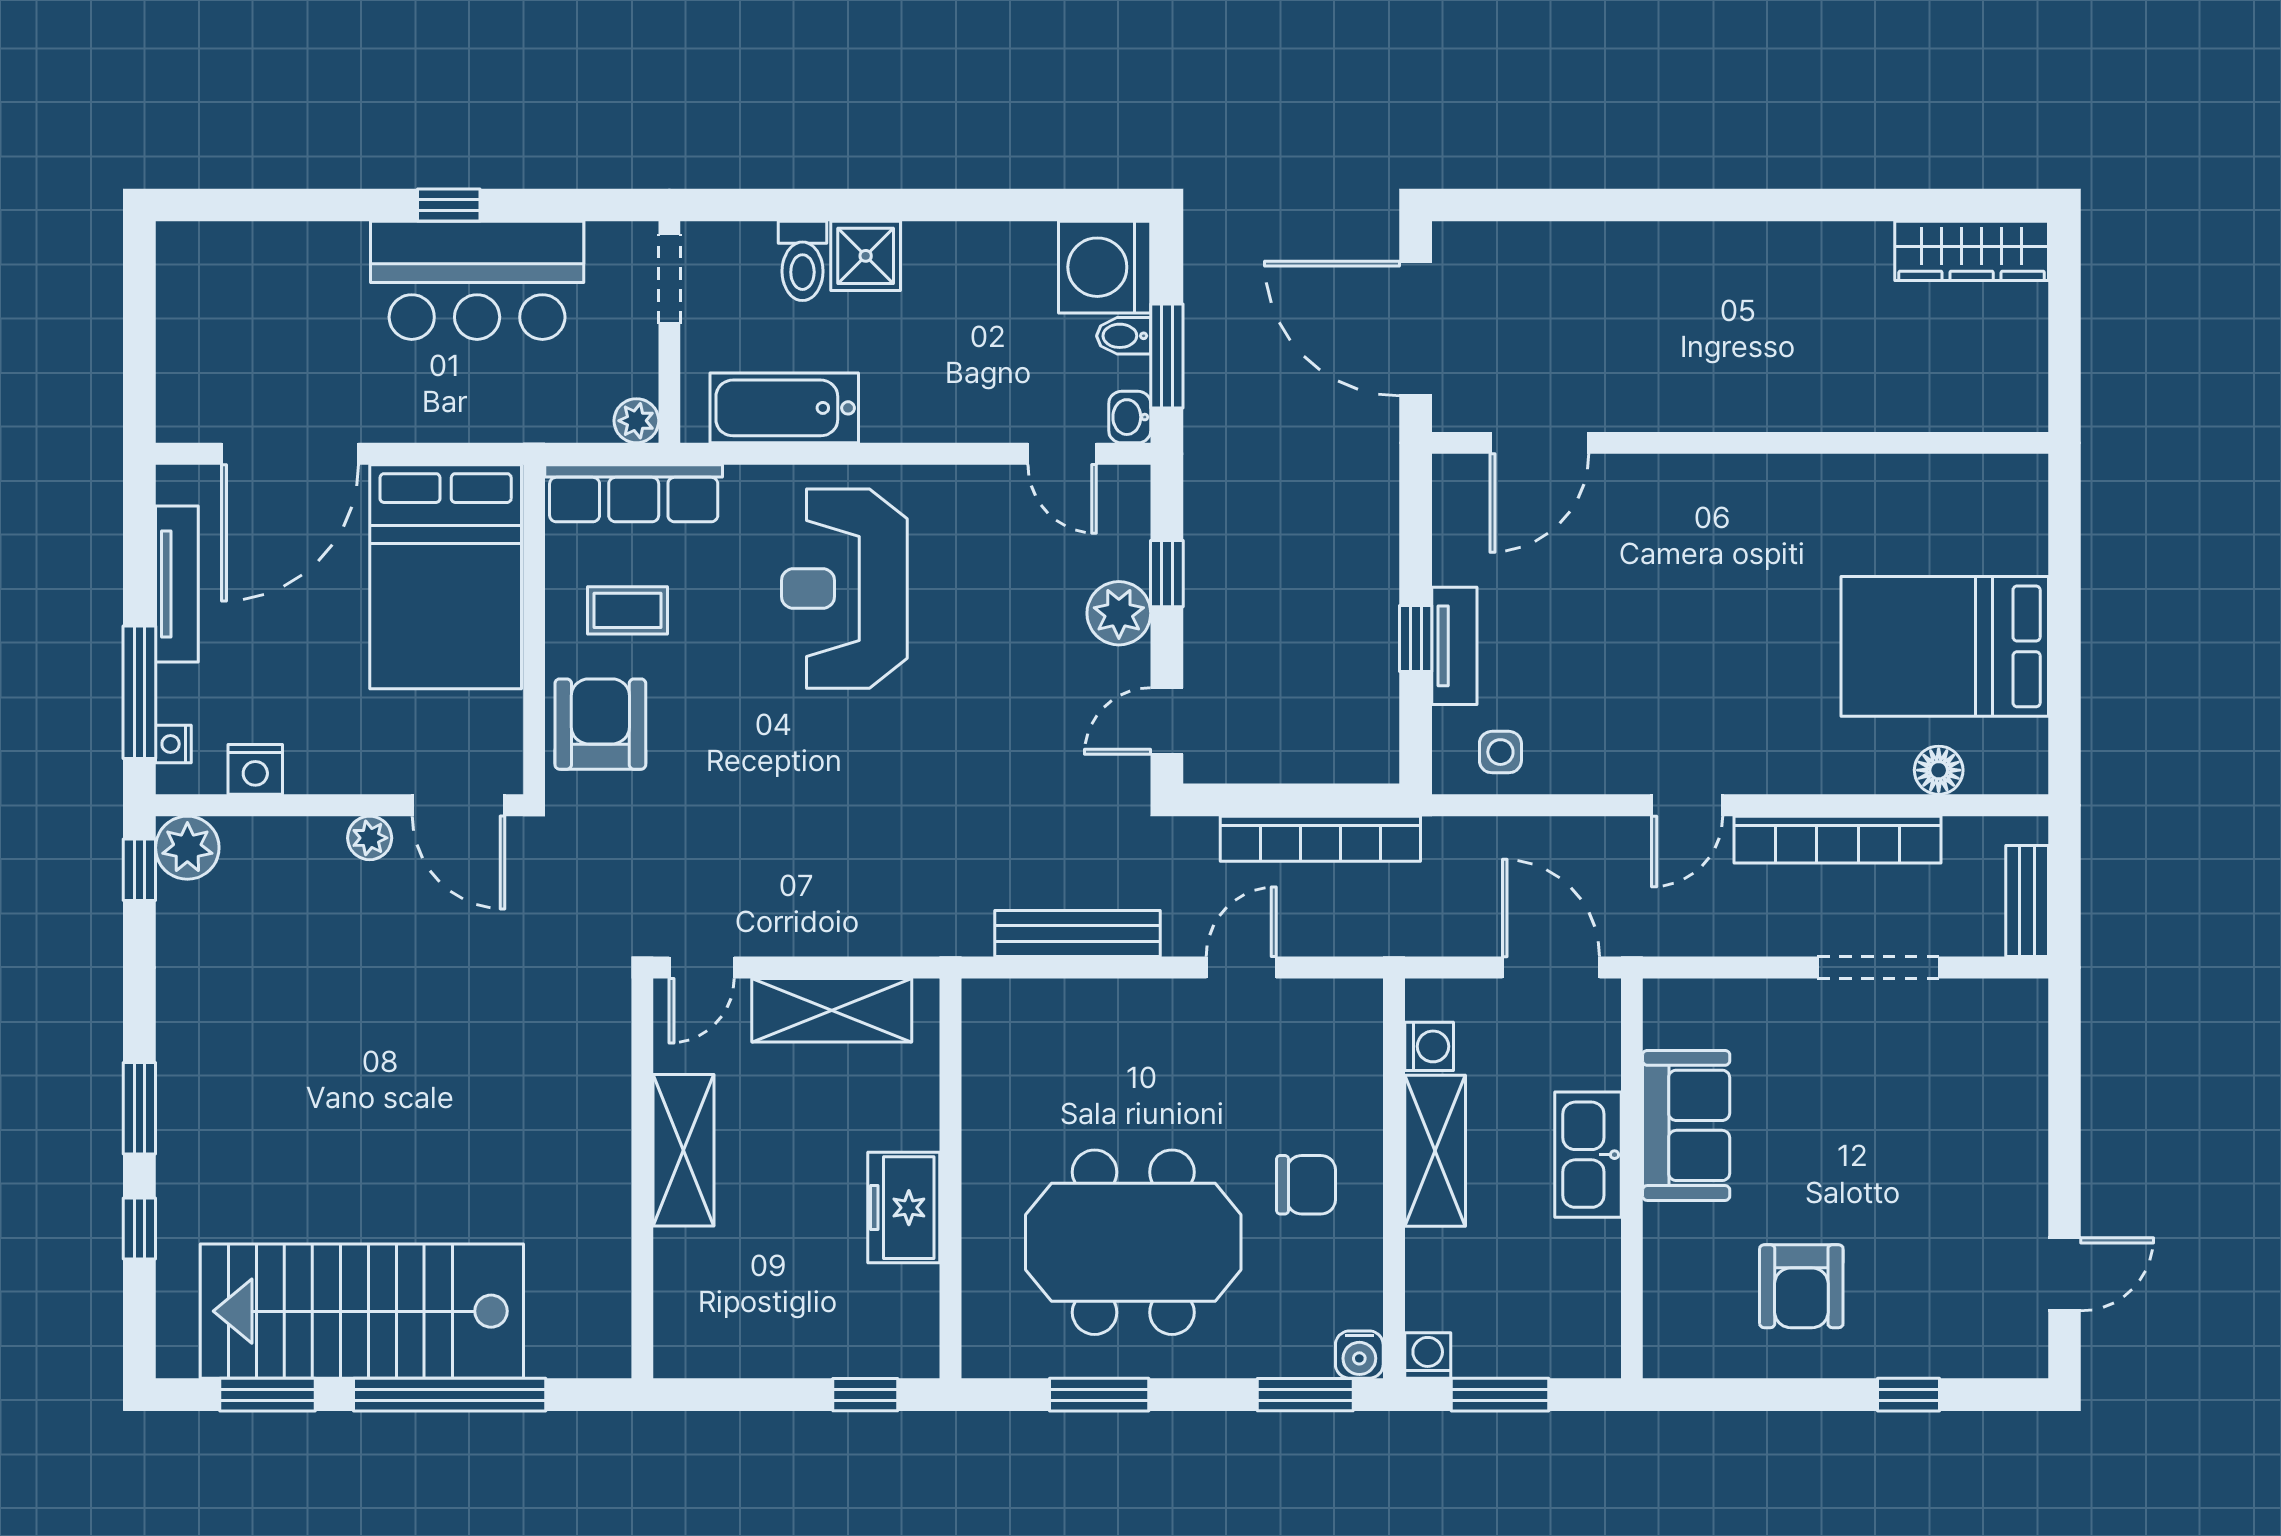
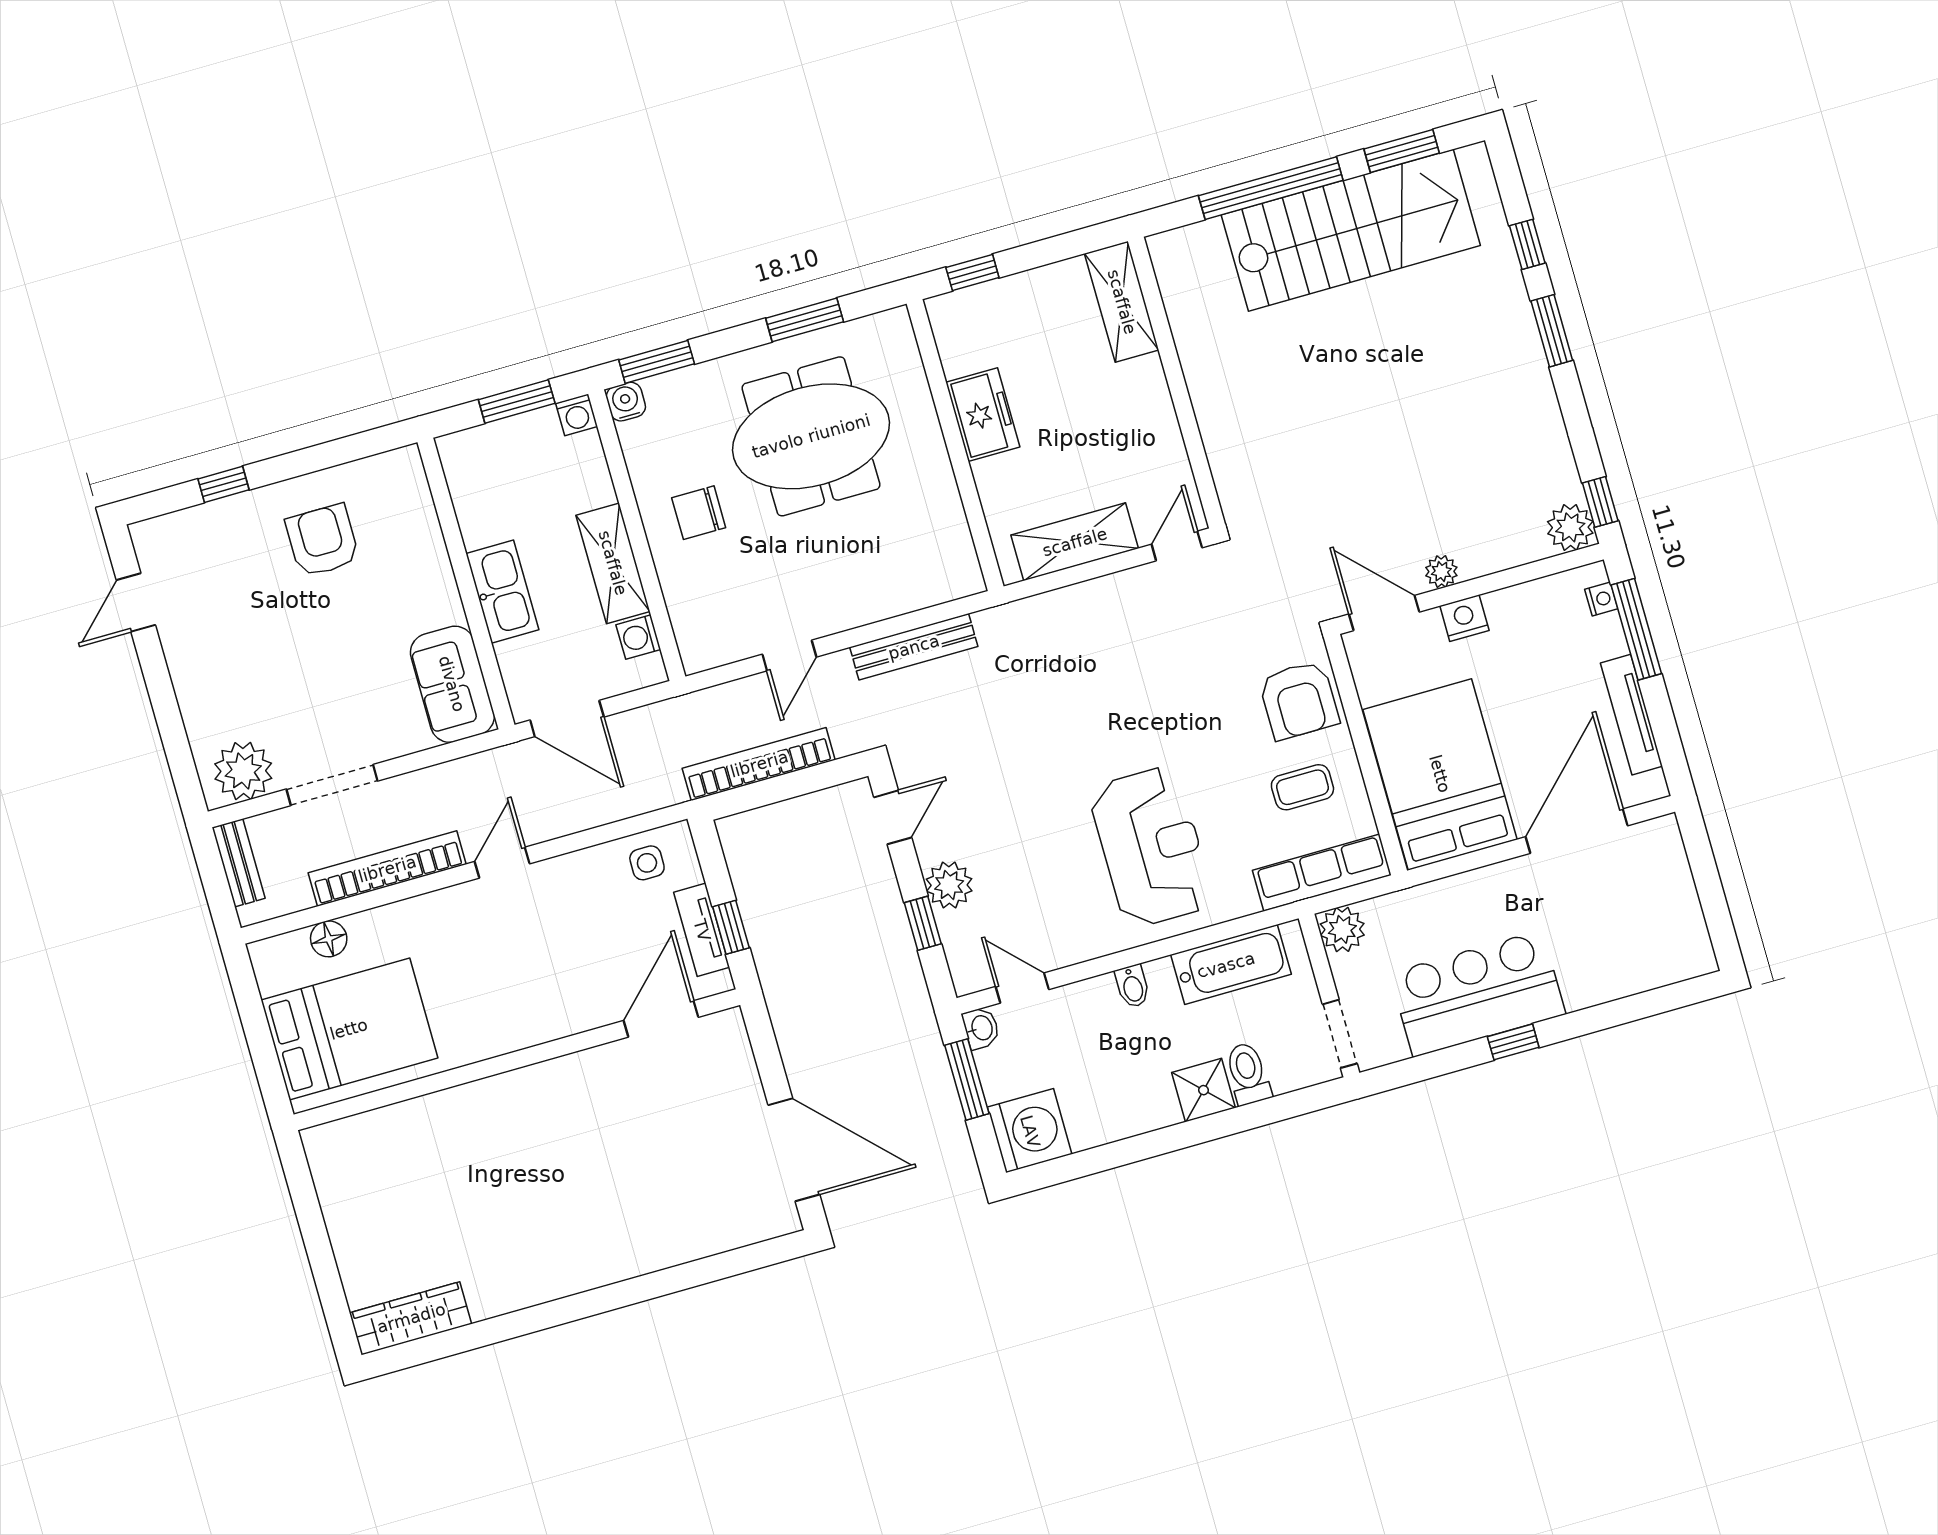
bidet: (1124, 336) -> (1132, 986), moved, turned 90
plant: (636, 421) -> (1342, 929), width x1.38, depth x1.38
door: (1539, 443) -> (661, 1019), moved
wall: (1740, 443) -> (517, 1060), moved
nightstand: (255, 769) -> (1464, 618), moved
plant: (1988, 1018) -> (243, 771), added
sofa: (1686, 1125) -> (452, 684), moved
shelving: (684, 1150) -> (1122, 302), moved

